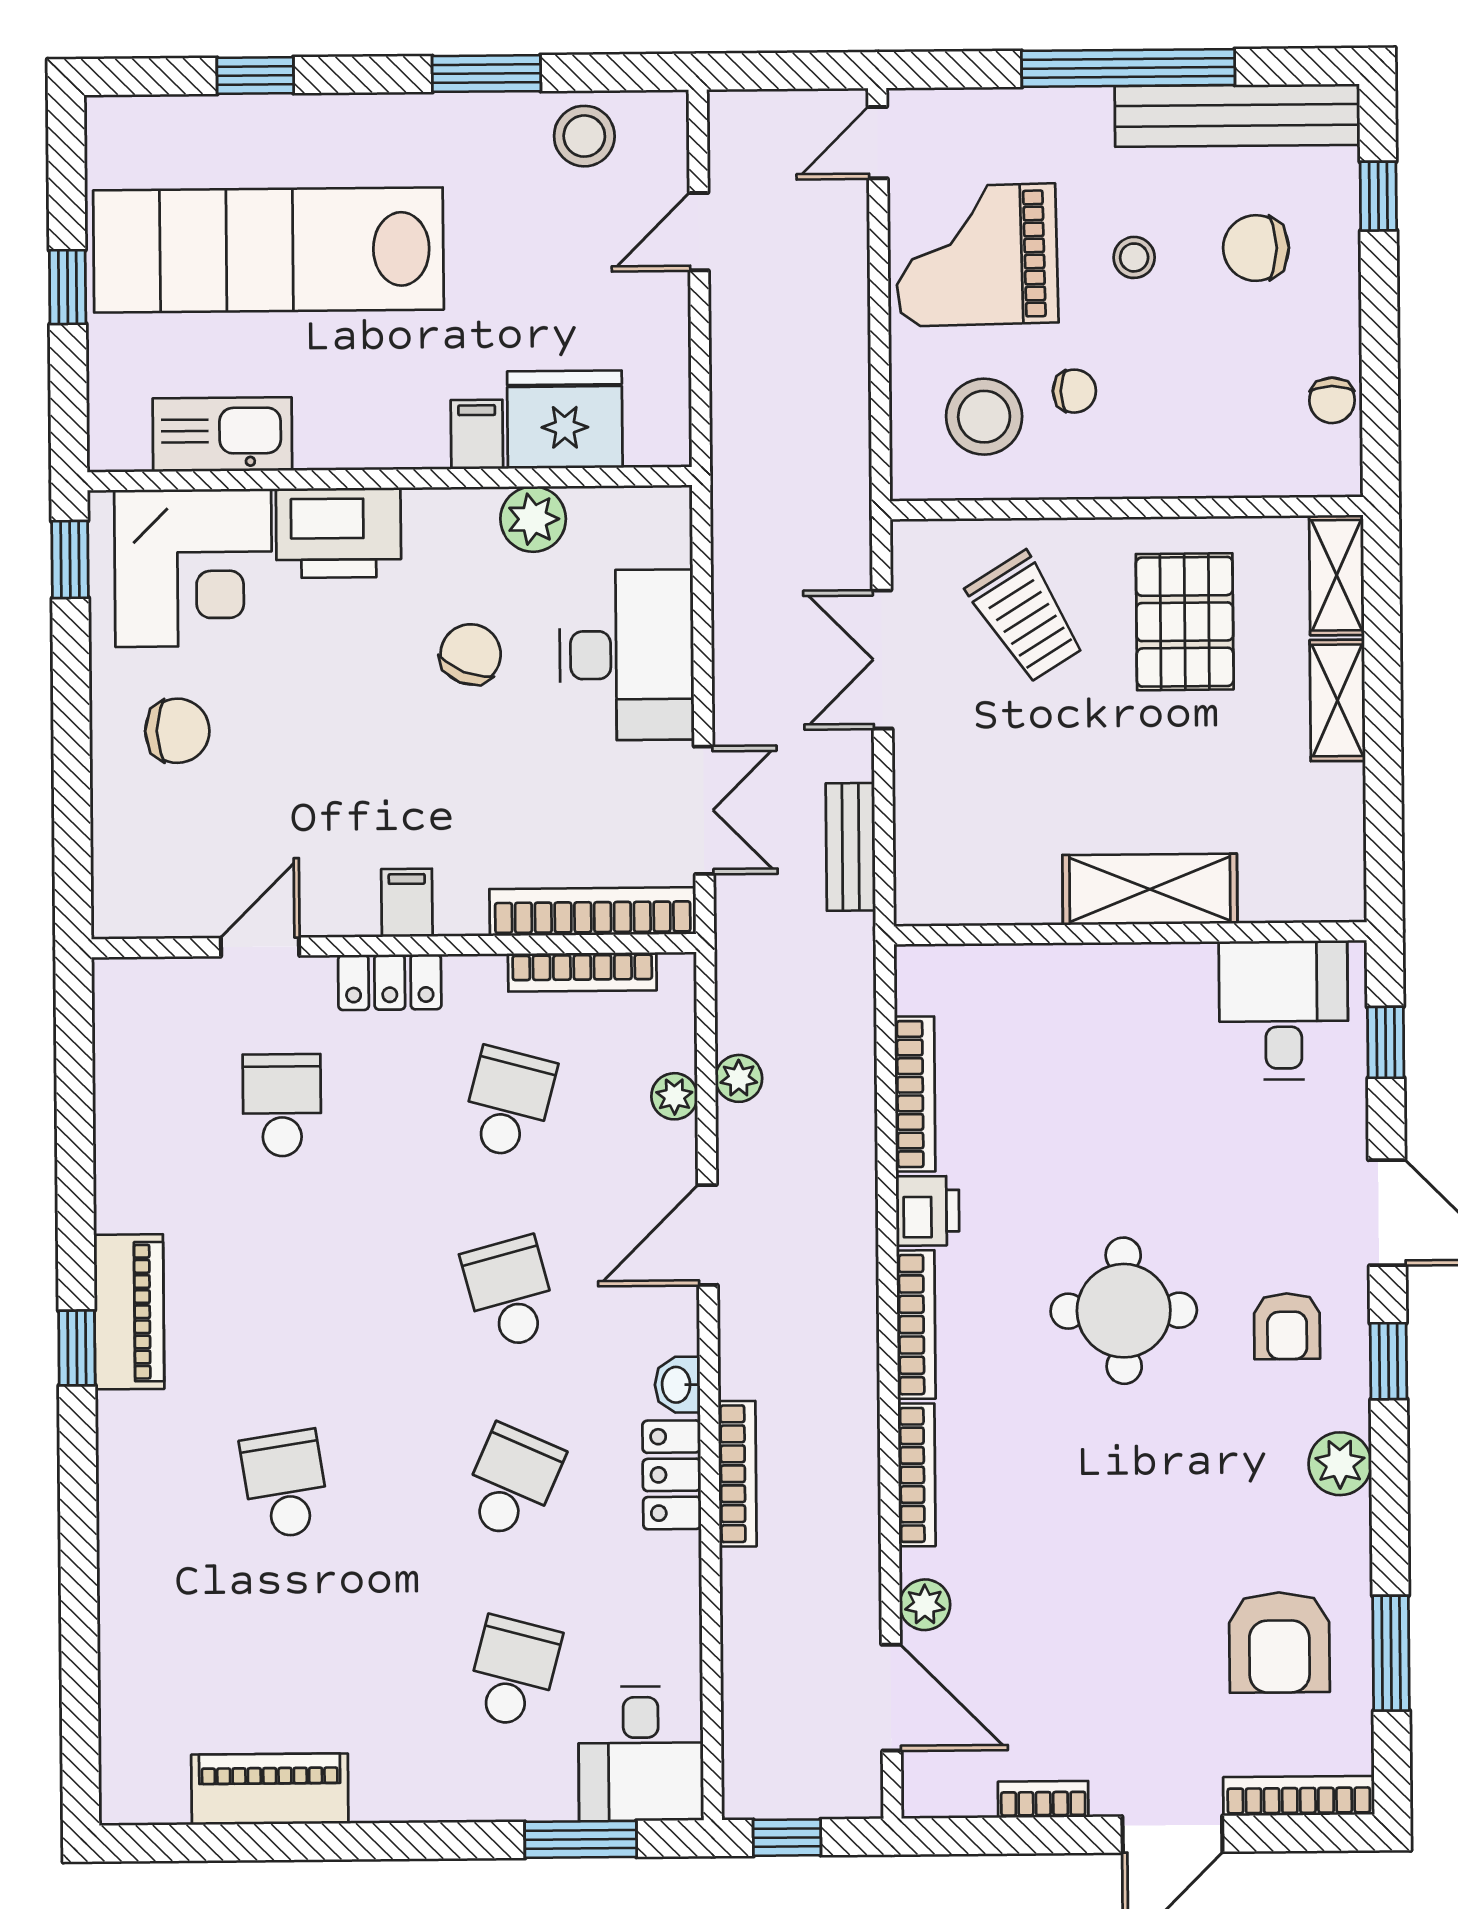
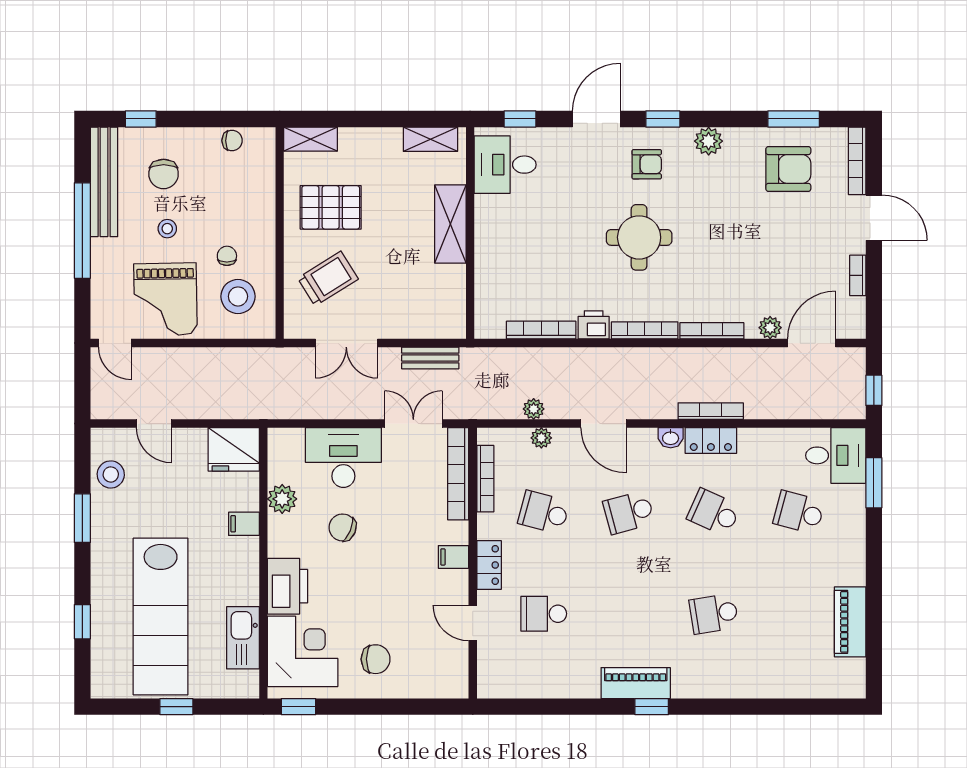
fridge: (565, 420) -> (234, 449), moved, turned -90
shelving: (1337, 700) -> (430, 139), moved
chair: (177, 731) -> (376, 659), turned 90

